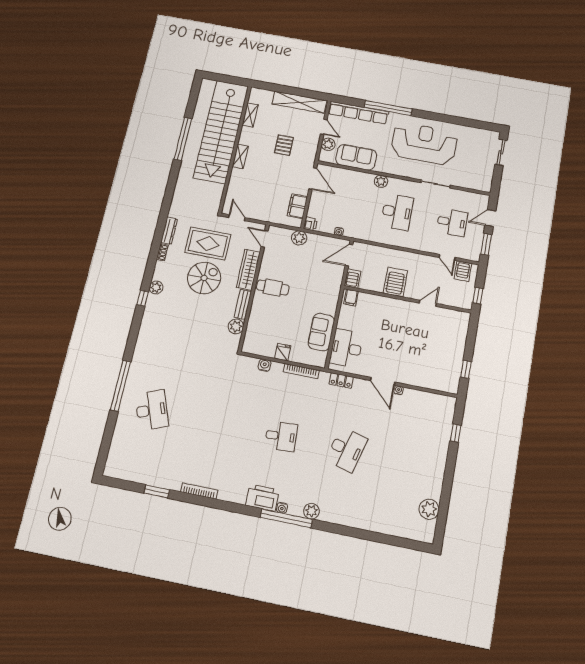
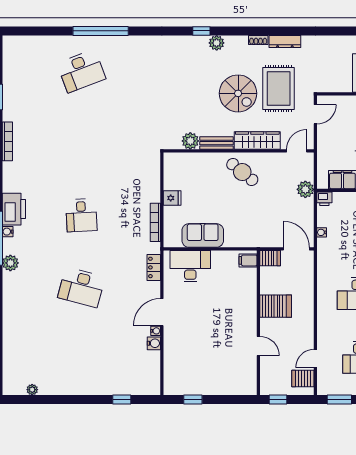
cafe table: (273, 288) -> (242, 172), turned -51
water cooler: (265, 365) -> (154, 343), moved
plant: (429, 509) -> (32, 390), width x0.53, depth x0.53

